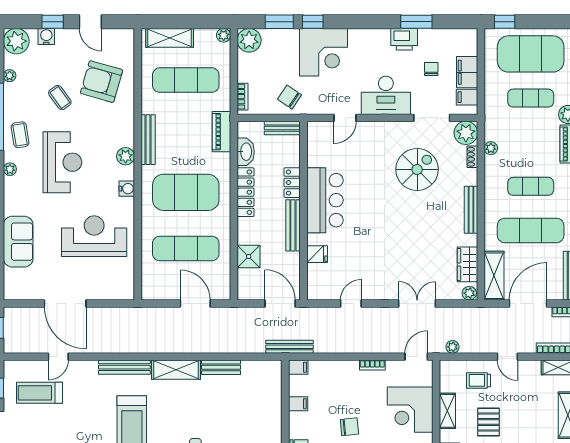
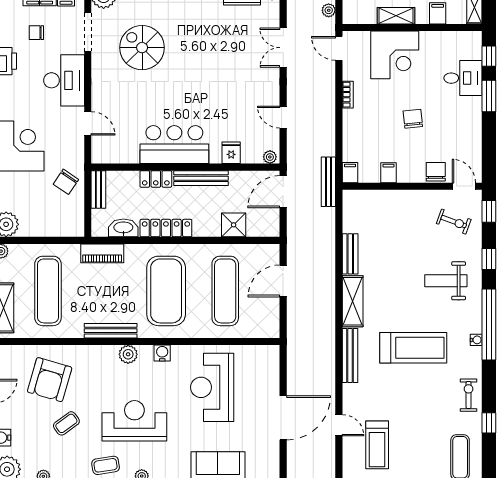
bookcase: (243, 97) -> (65, 231), removed
plant: (313, 291) -> (270, 157), added

